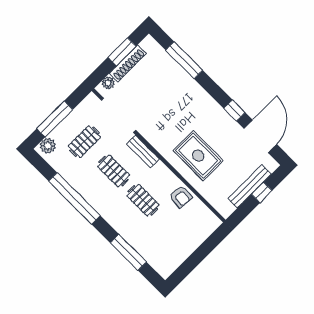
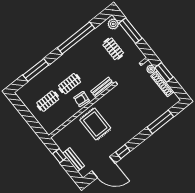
window: (122, 52) -> (164, 72), moved
rug: (198, 156) -> (95, 124), turned 90
clothes rail: (114, 171) -> (48, 101), moved
bench: (250, 186) -> (74, 160), width x0.73
window: (262, 192) -> (59, 156), moved
armchair: (181, 197) -> (81, 99), moved

